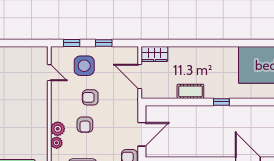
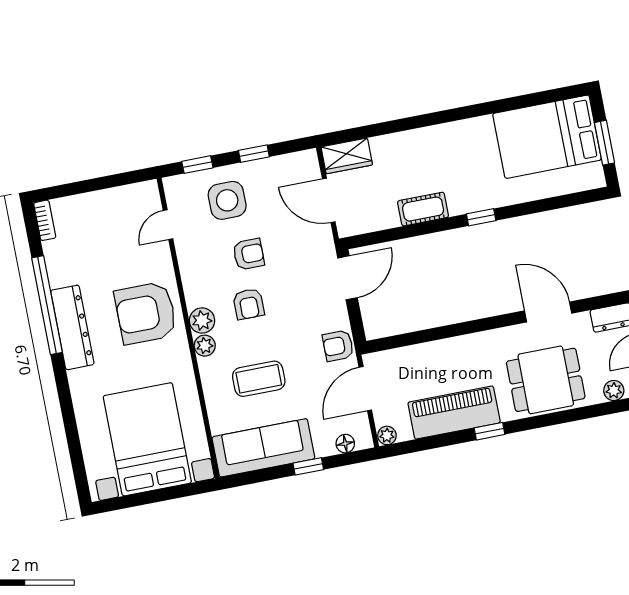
door: (49, 73) -> (168, 225), swing flipped
armchair: (90, 97) -> (249, 254), turned 180
armchair: (28, 119) -> (146, 313), added
door: (142, 134) -> (348, 278), moved

